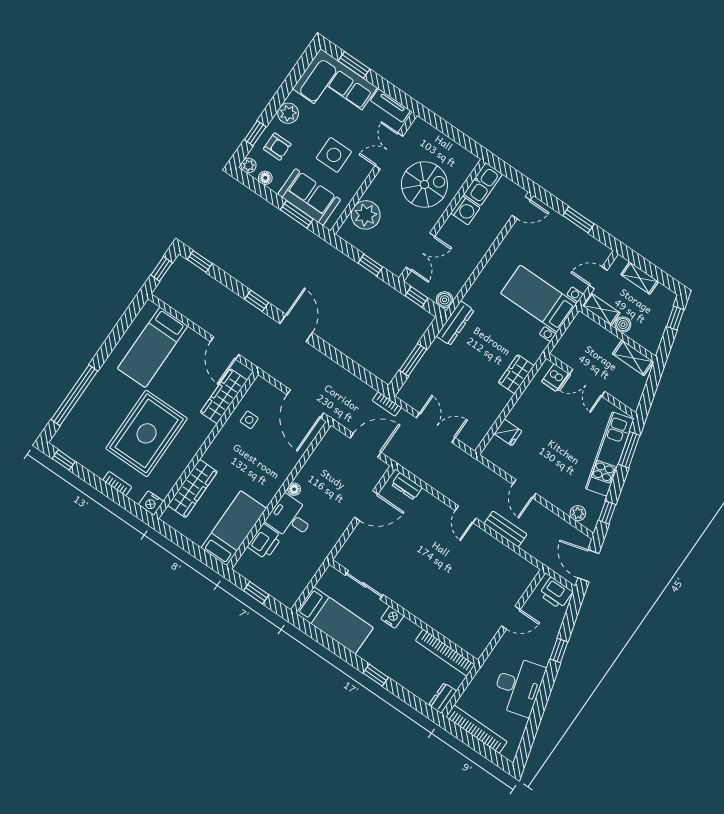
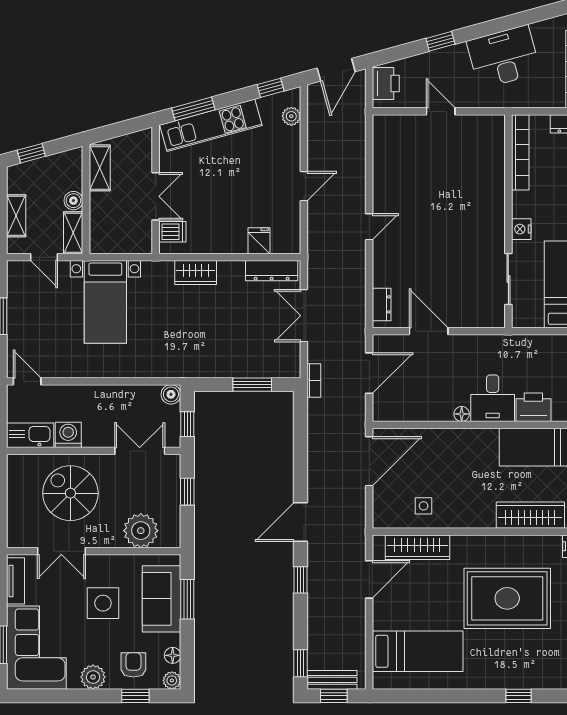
dresser: (455, 323) -> (272, 271), moved, turned 180
window: (74, 395) -> (519, 696), width x0.32
door: (366, 445) -> (369, 373), swing flipped
bench: (506, 529) -> (332, 680), moved, turned 90

